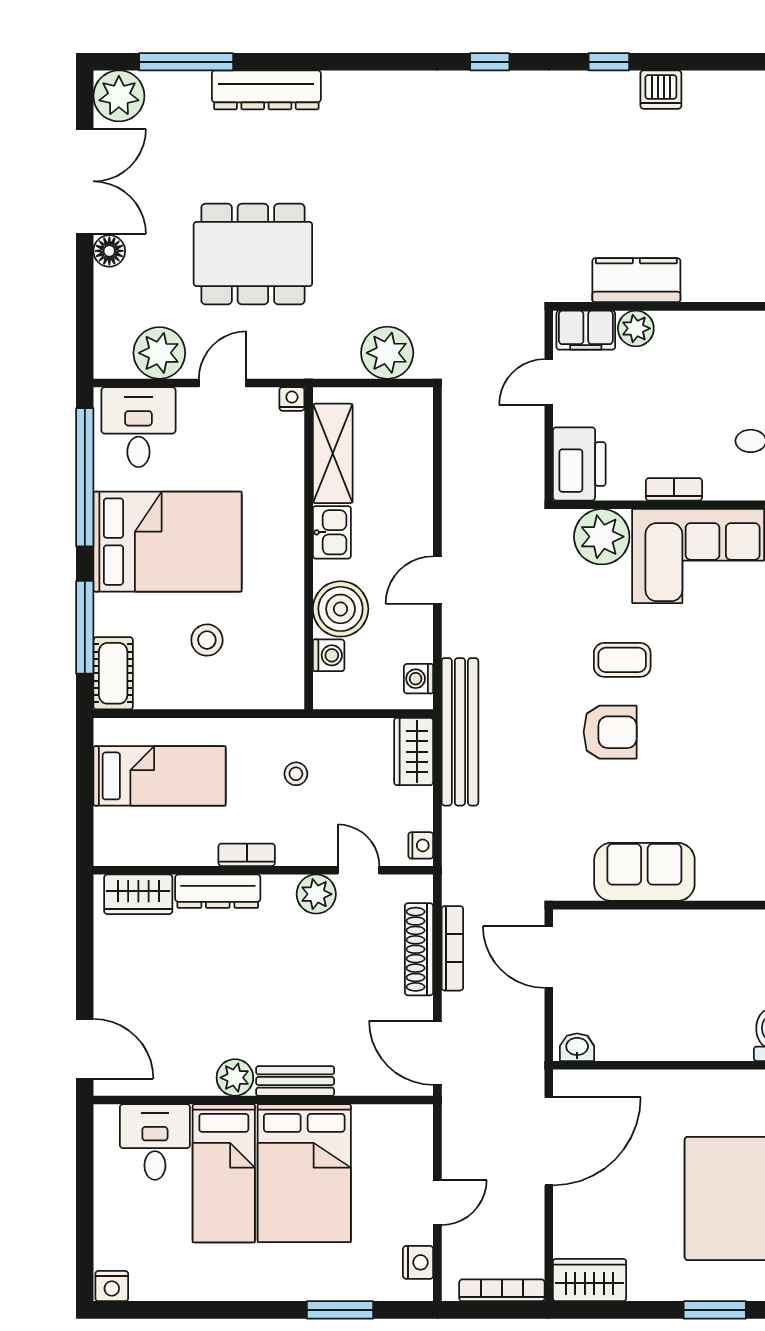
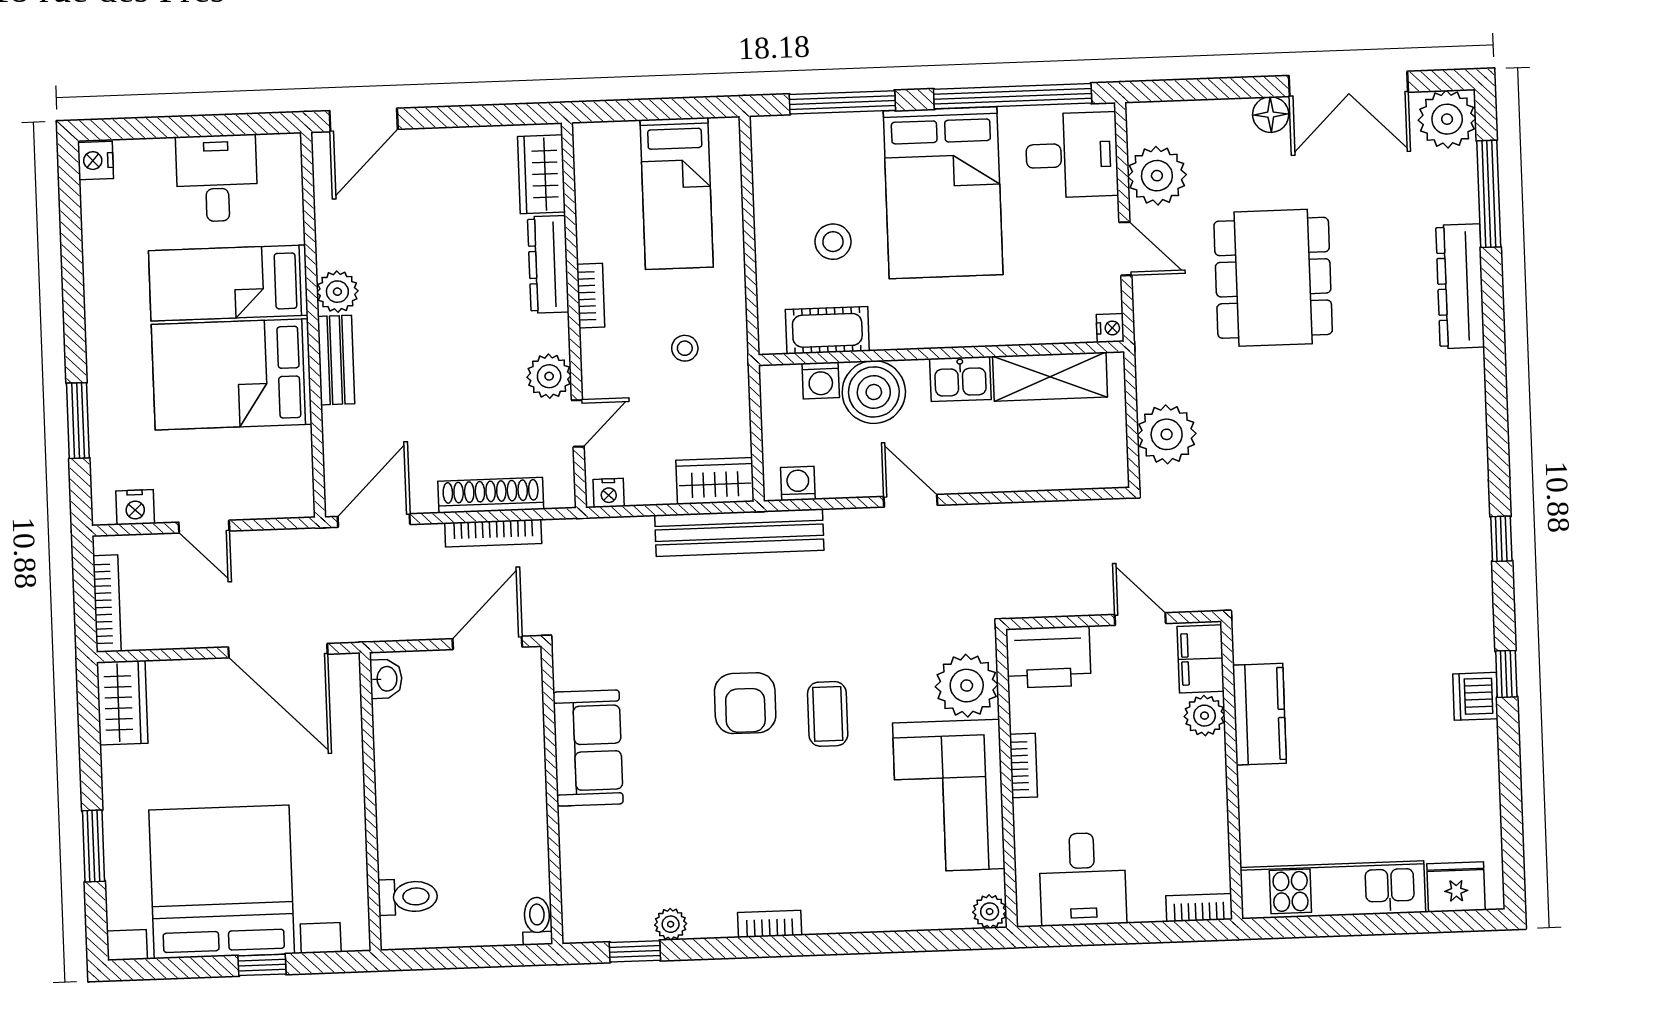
dishwasher: (661, 90) -> (1475, 696), moved
cot: (113, 673) -> (827, 330), moved
desk: (155, 1142) -> (217, 178), moved, turned -90

